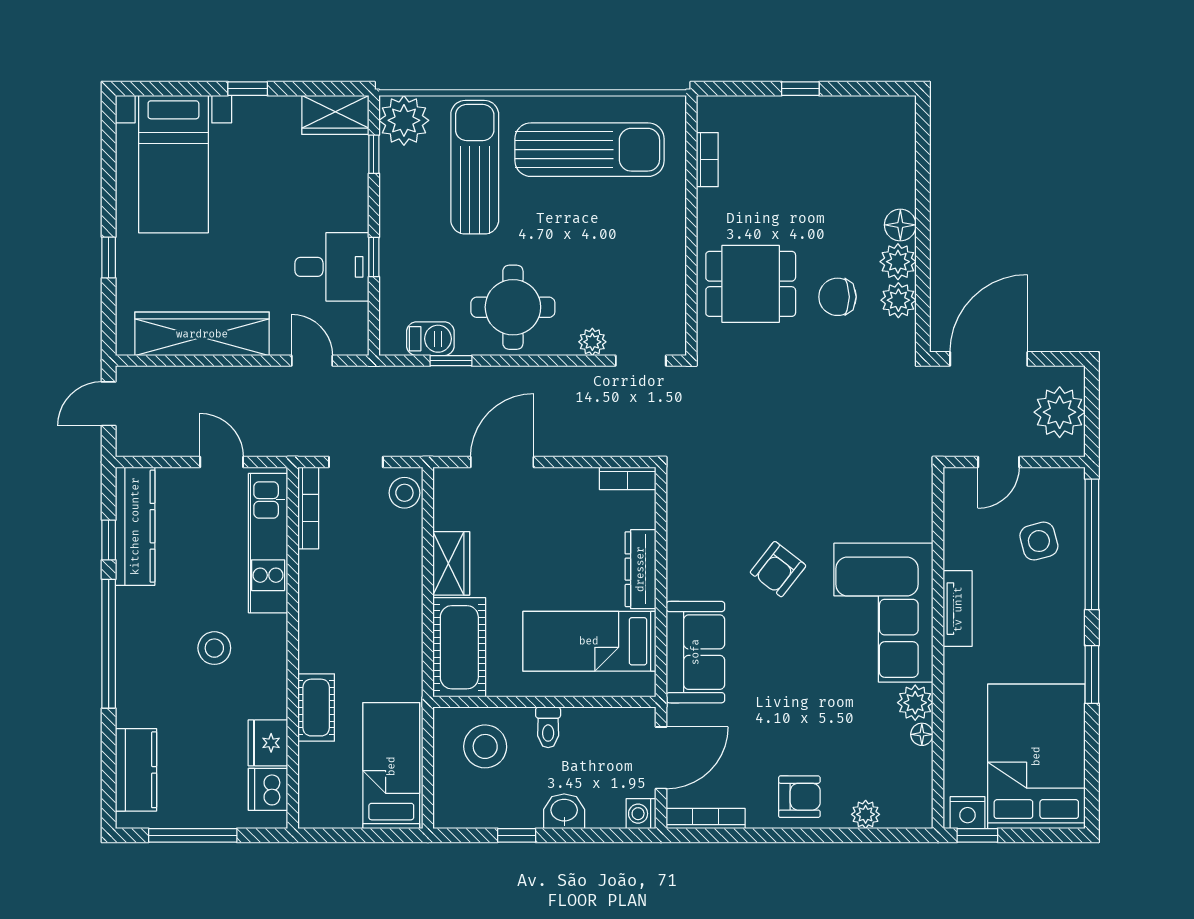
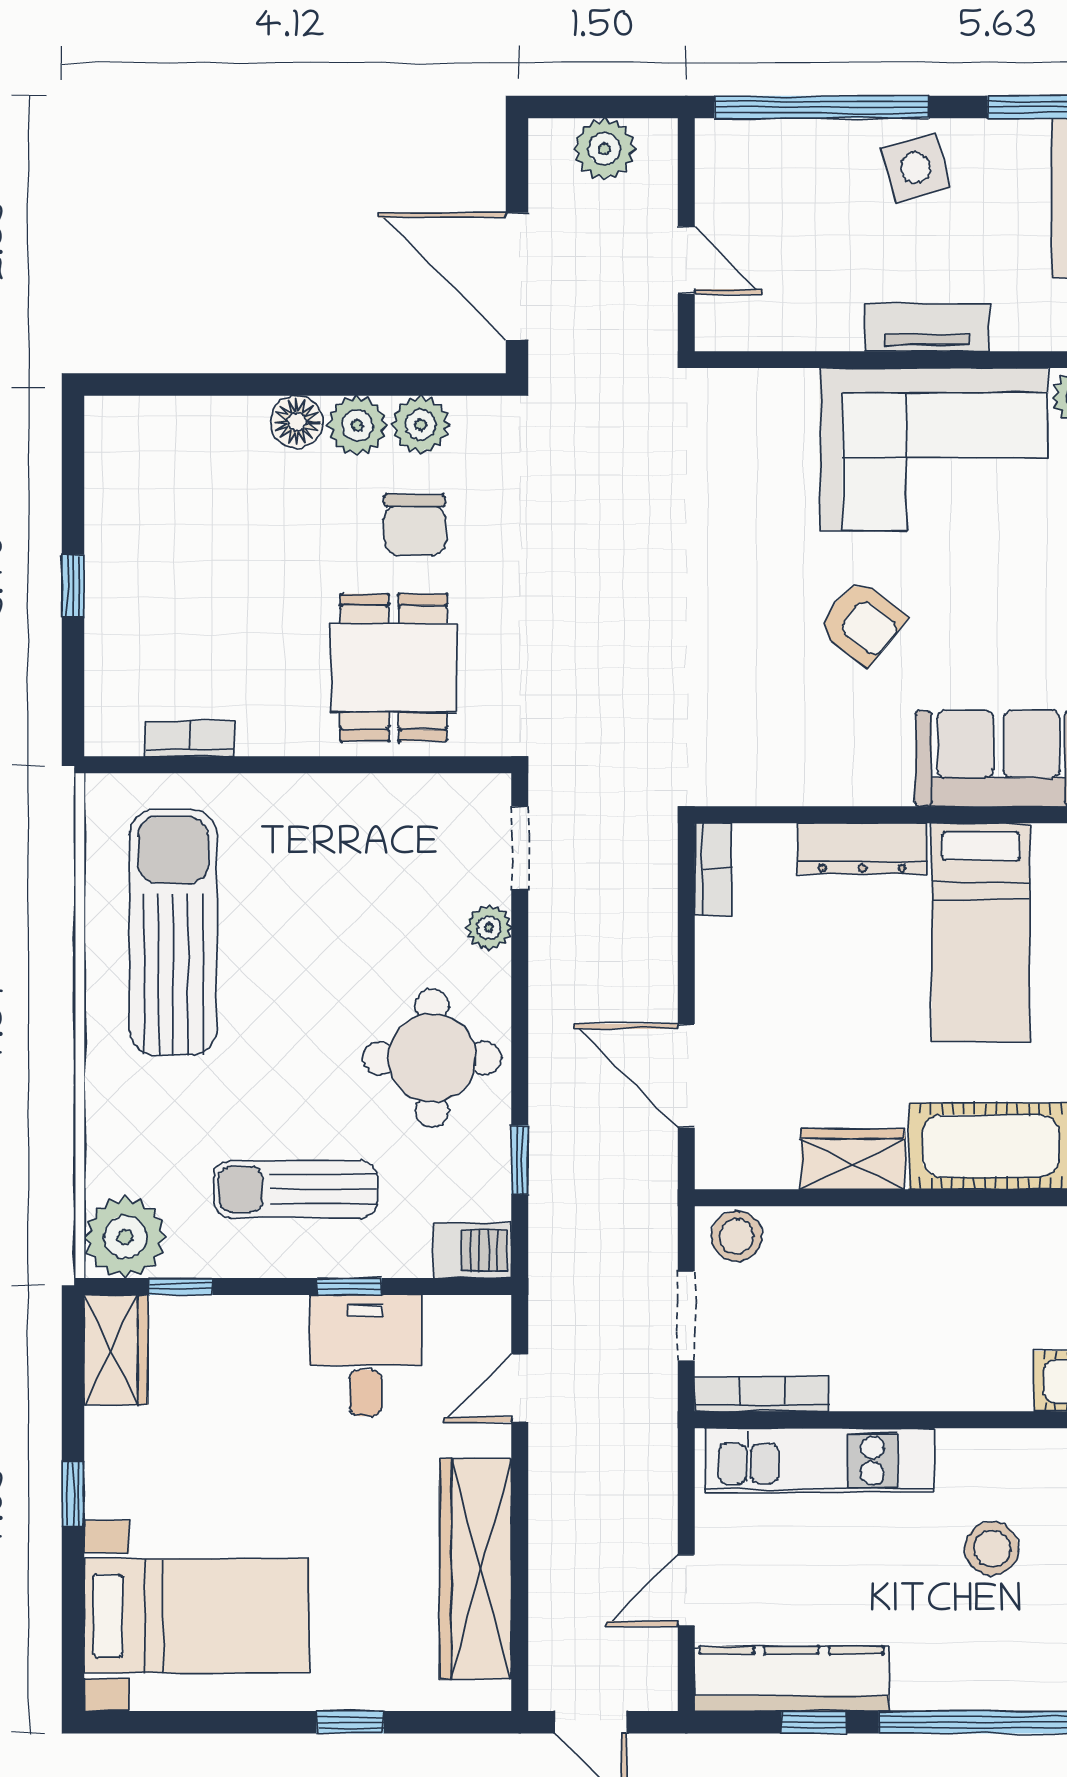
sun lounger: (475, 167) -> (296, 1189), moved, width x0.73, depth x0.75
barbecue: (430, 339) -> (472, 1250), moved, turned 90
plant: (1060, 412) -> (604, 149), width x0.73, depth x0.73
door: (222, 462) -> (686, 1590), moved
side table: (1039, 541) -> (916, 168), moved

